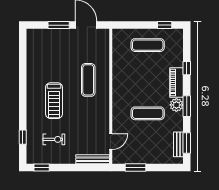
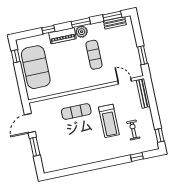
exercise mat: (148, 45) -> (36, 67), width x2.00, depth x1.45
treadmill: (54, 101) -> (109, 121), moved, turned 90

